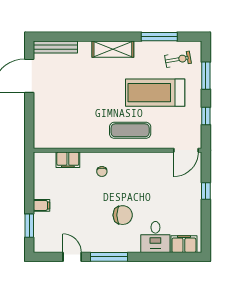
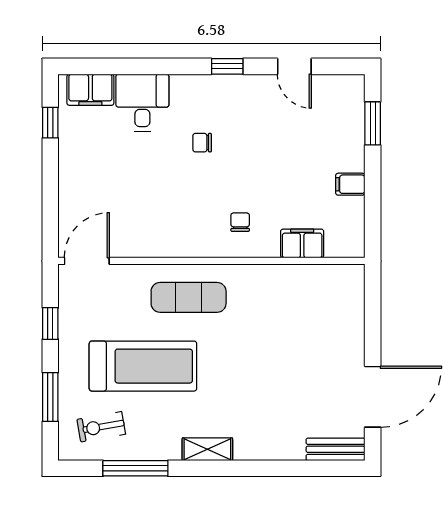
bench: (55, 47) -> (335, 449), width x0.73
shelving: (113, 49) -> (207, 449), width x0.67, depth x0.75
window: (206, 191) -> (50, 123), moved
filing cabinet: (41, 205) -> (350, 184), moved
chair: (123, 215) -> (202, 143), width x0.54, depth x0.54
window: (109, 257) -> (227, 66), width x0.46

